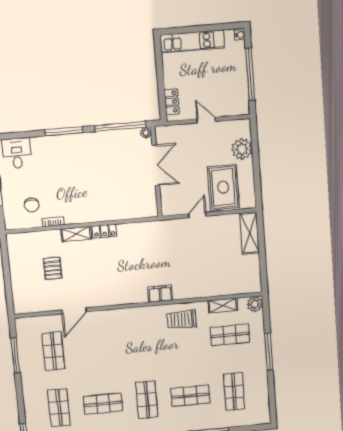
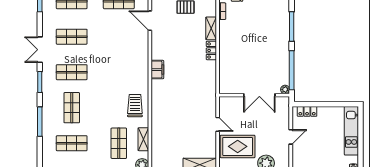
filing cabinet: (160, 294) -> (157, 70), moved
shop shelf: (103, 404) -> (72, 37), turned 90

